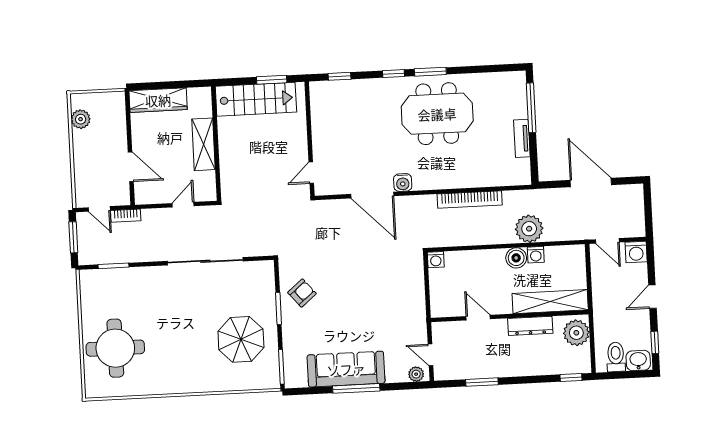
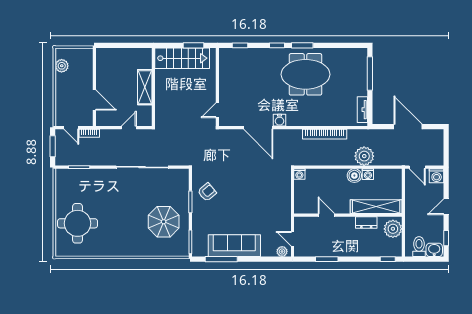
wardrobe: (158, 100) -> (115, 55), removed
tv unit: (522, 138) -> (362, 110), moved
dresser: (530, 326) -> (366, 223), width x0.70
window: (356, 388) -> (221, 259), moved

